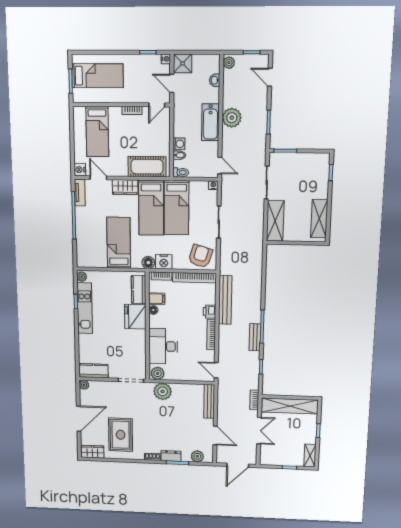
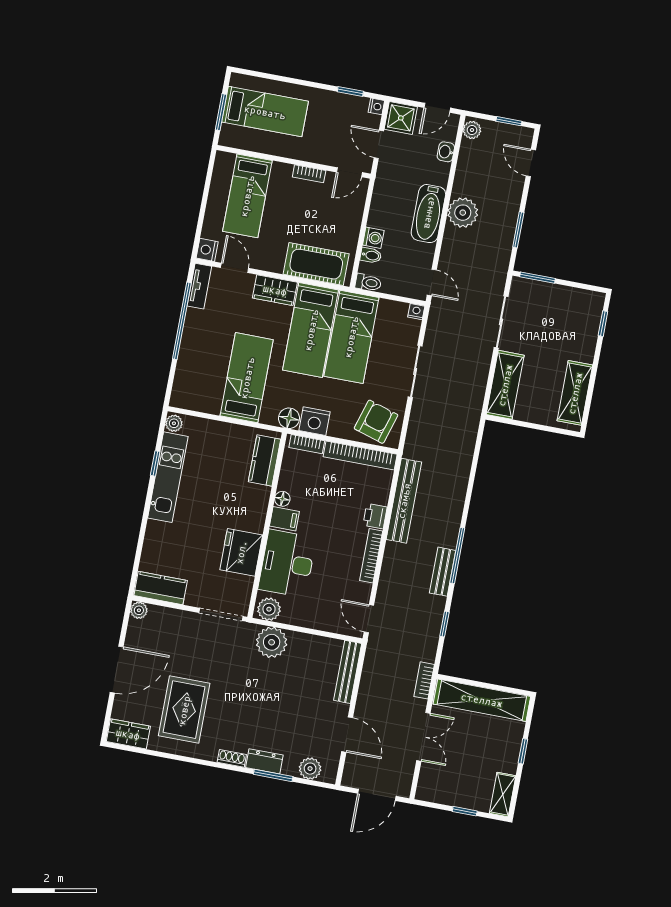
door: (205, 52) -> (437, 108), added
filing cabinet: (157, 299) -> (284, 519), moved
fridge: (135, 317) -> (241, 552), moved

